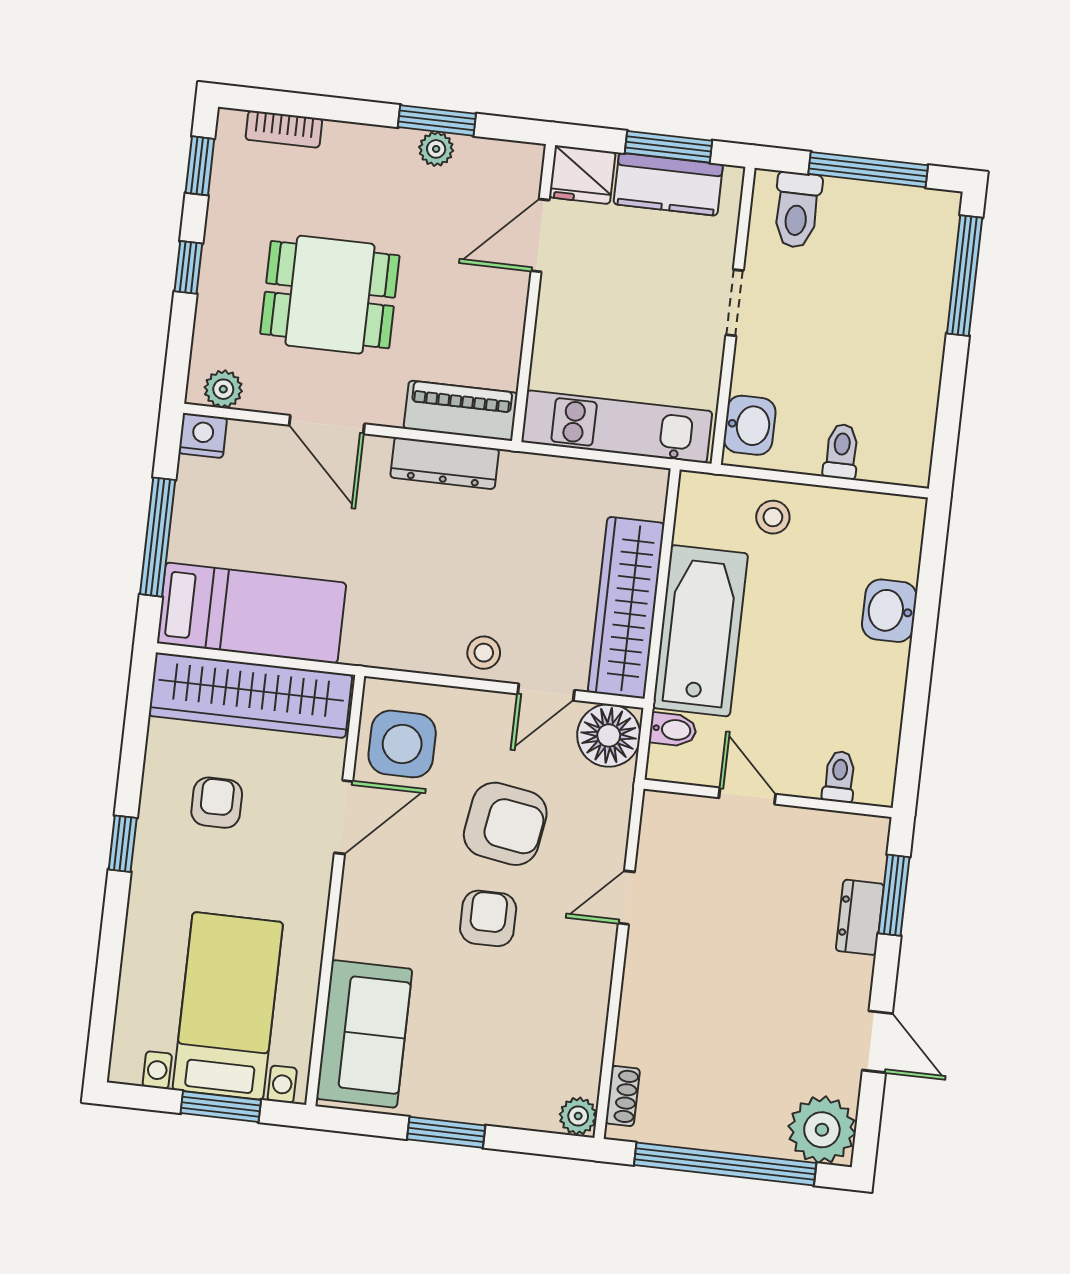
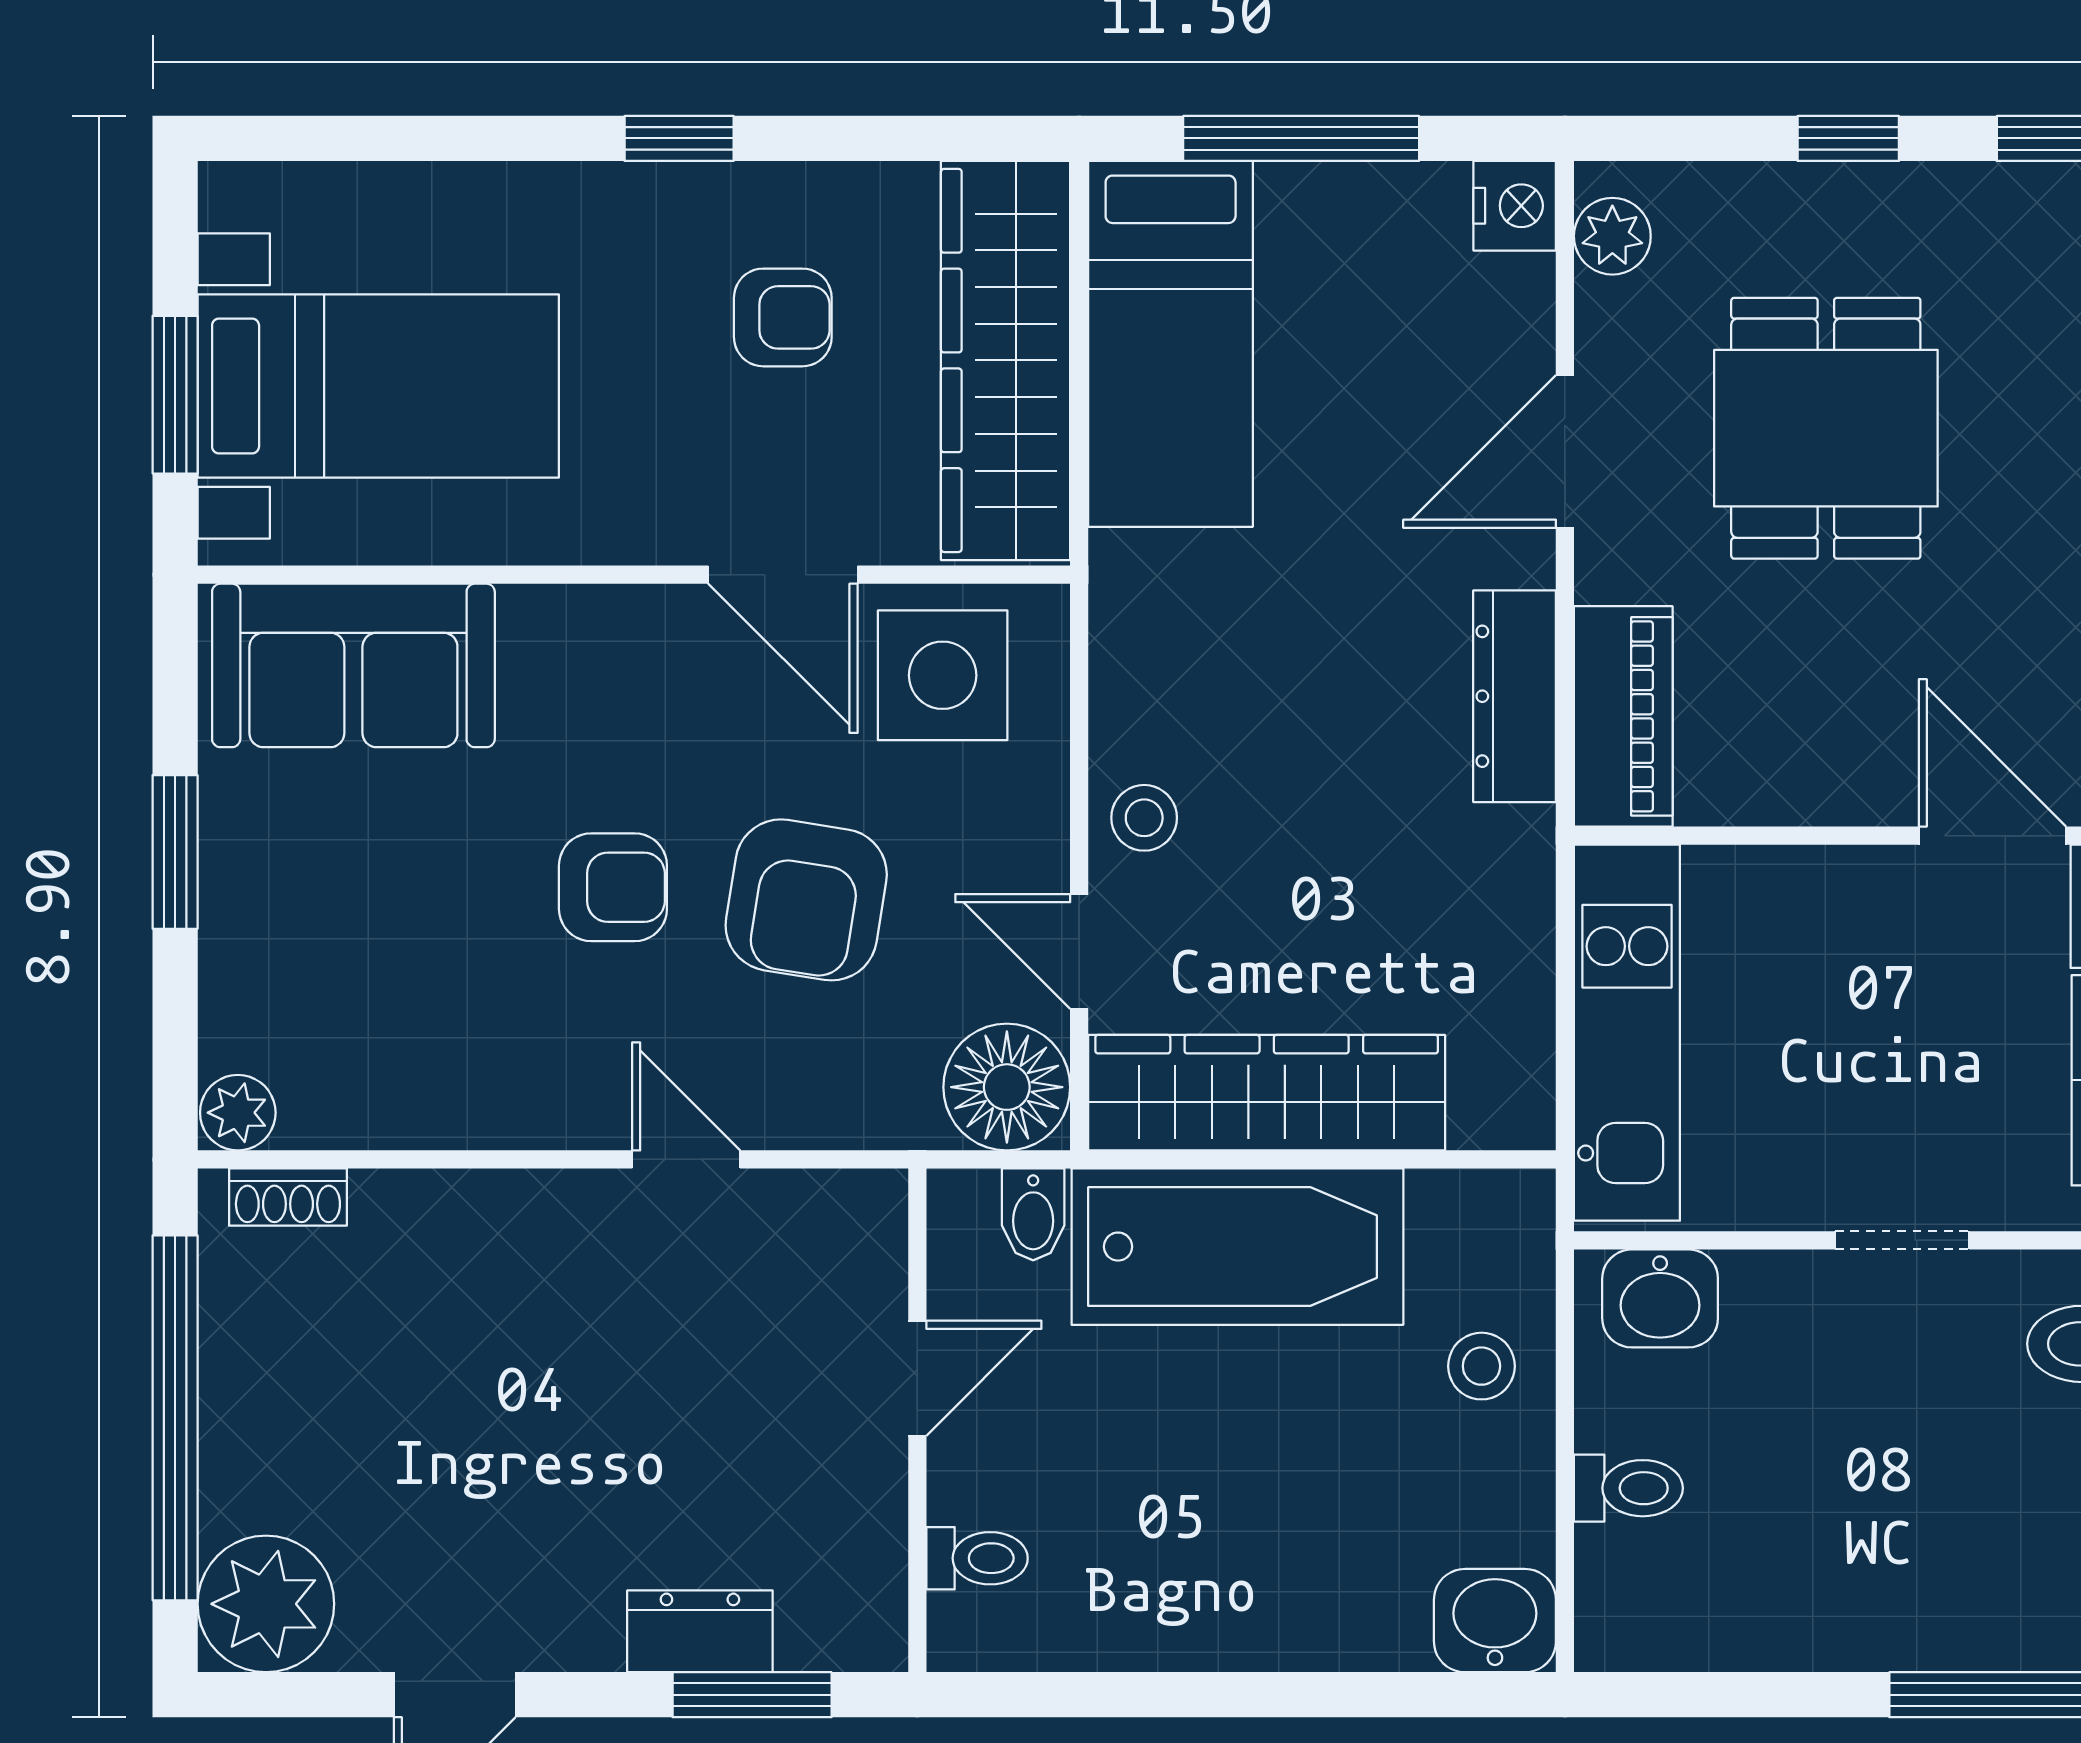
washbasin: (889, 611) -> (1495, 1621), moved

